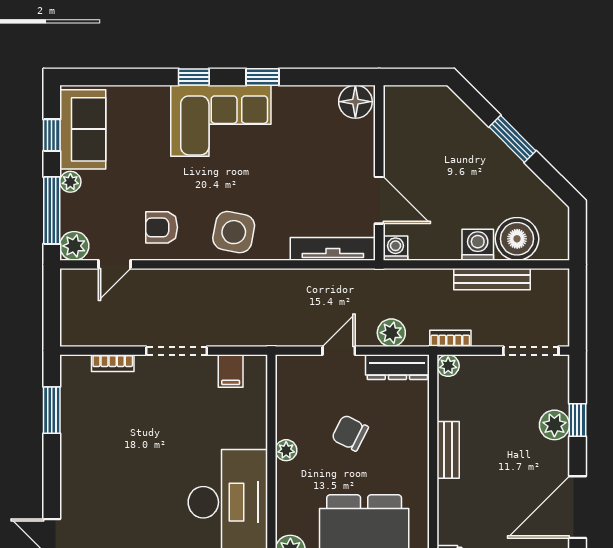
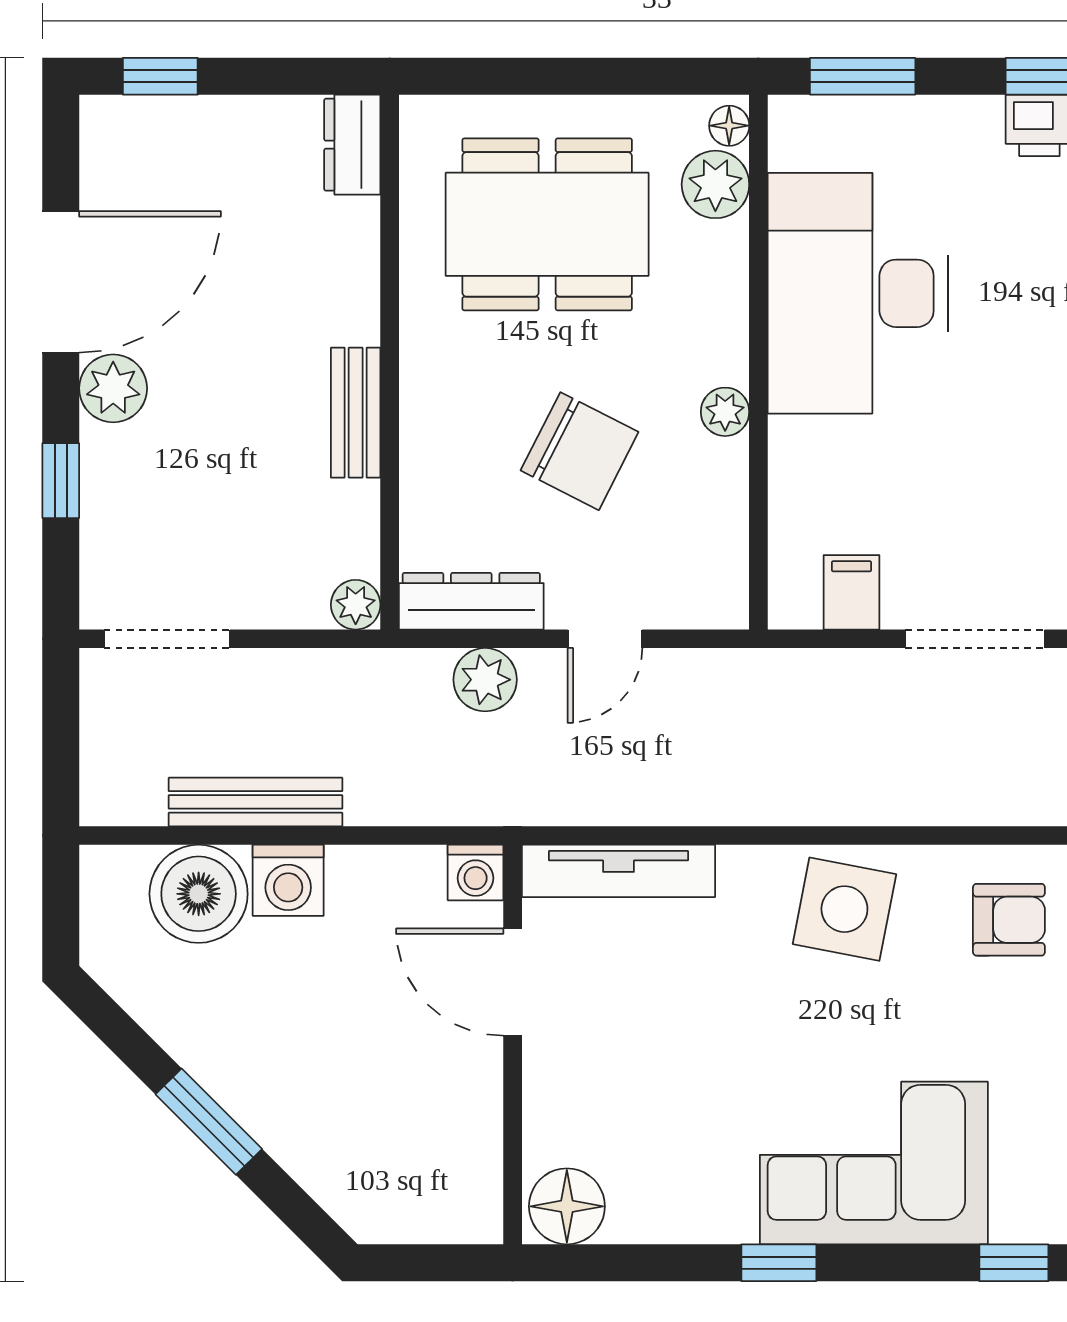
window: (194, 77) -> (1014, 1263), moved
bookcase: (450, 338) -> (351, 667), removed
plant: (554, 425) -> (113, 388), moved
chair: (350, 433) -> (580, 451), width x1.37, depth x1.37

